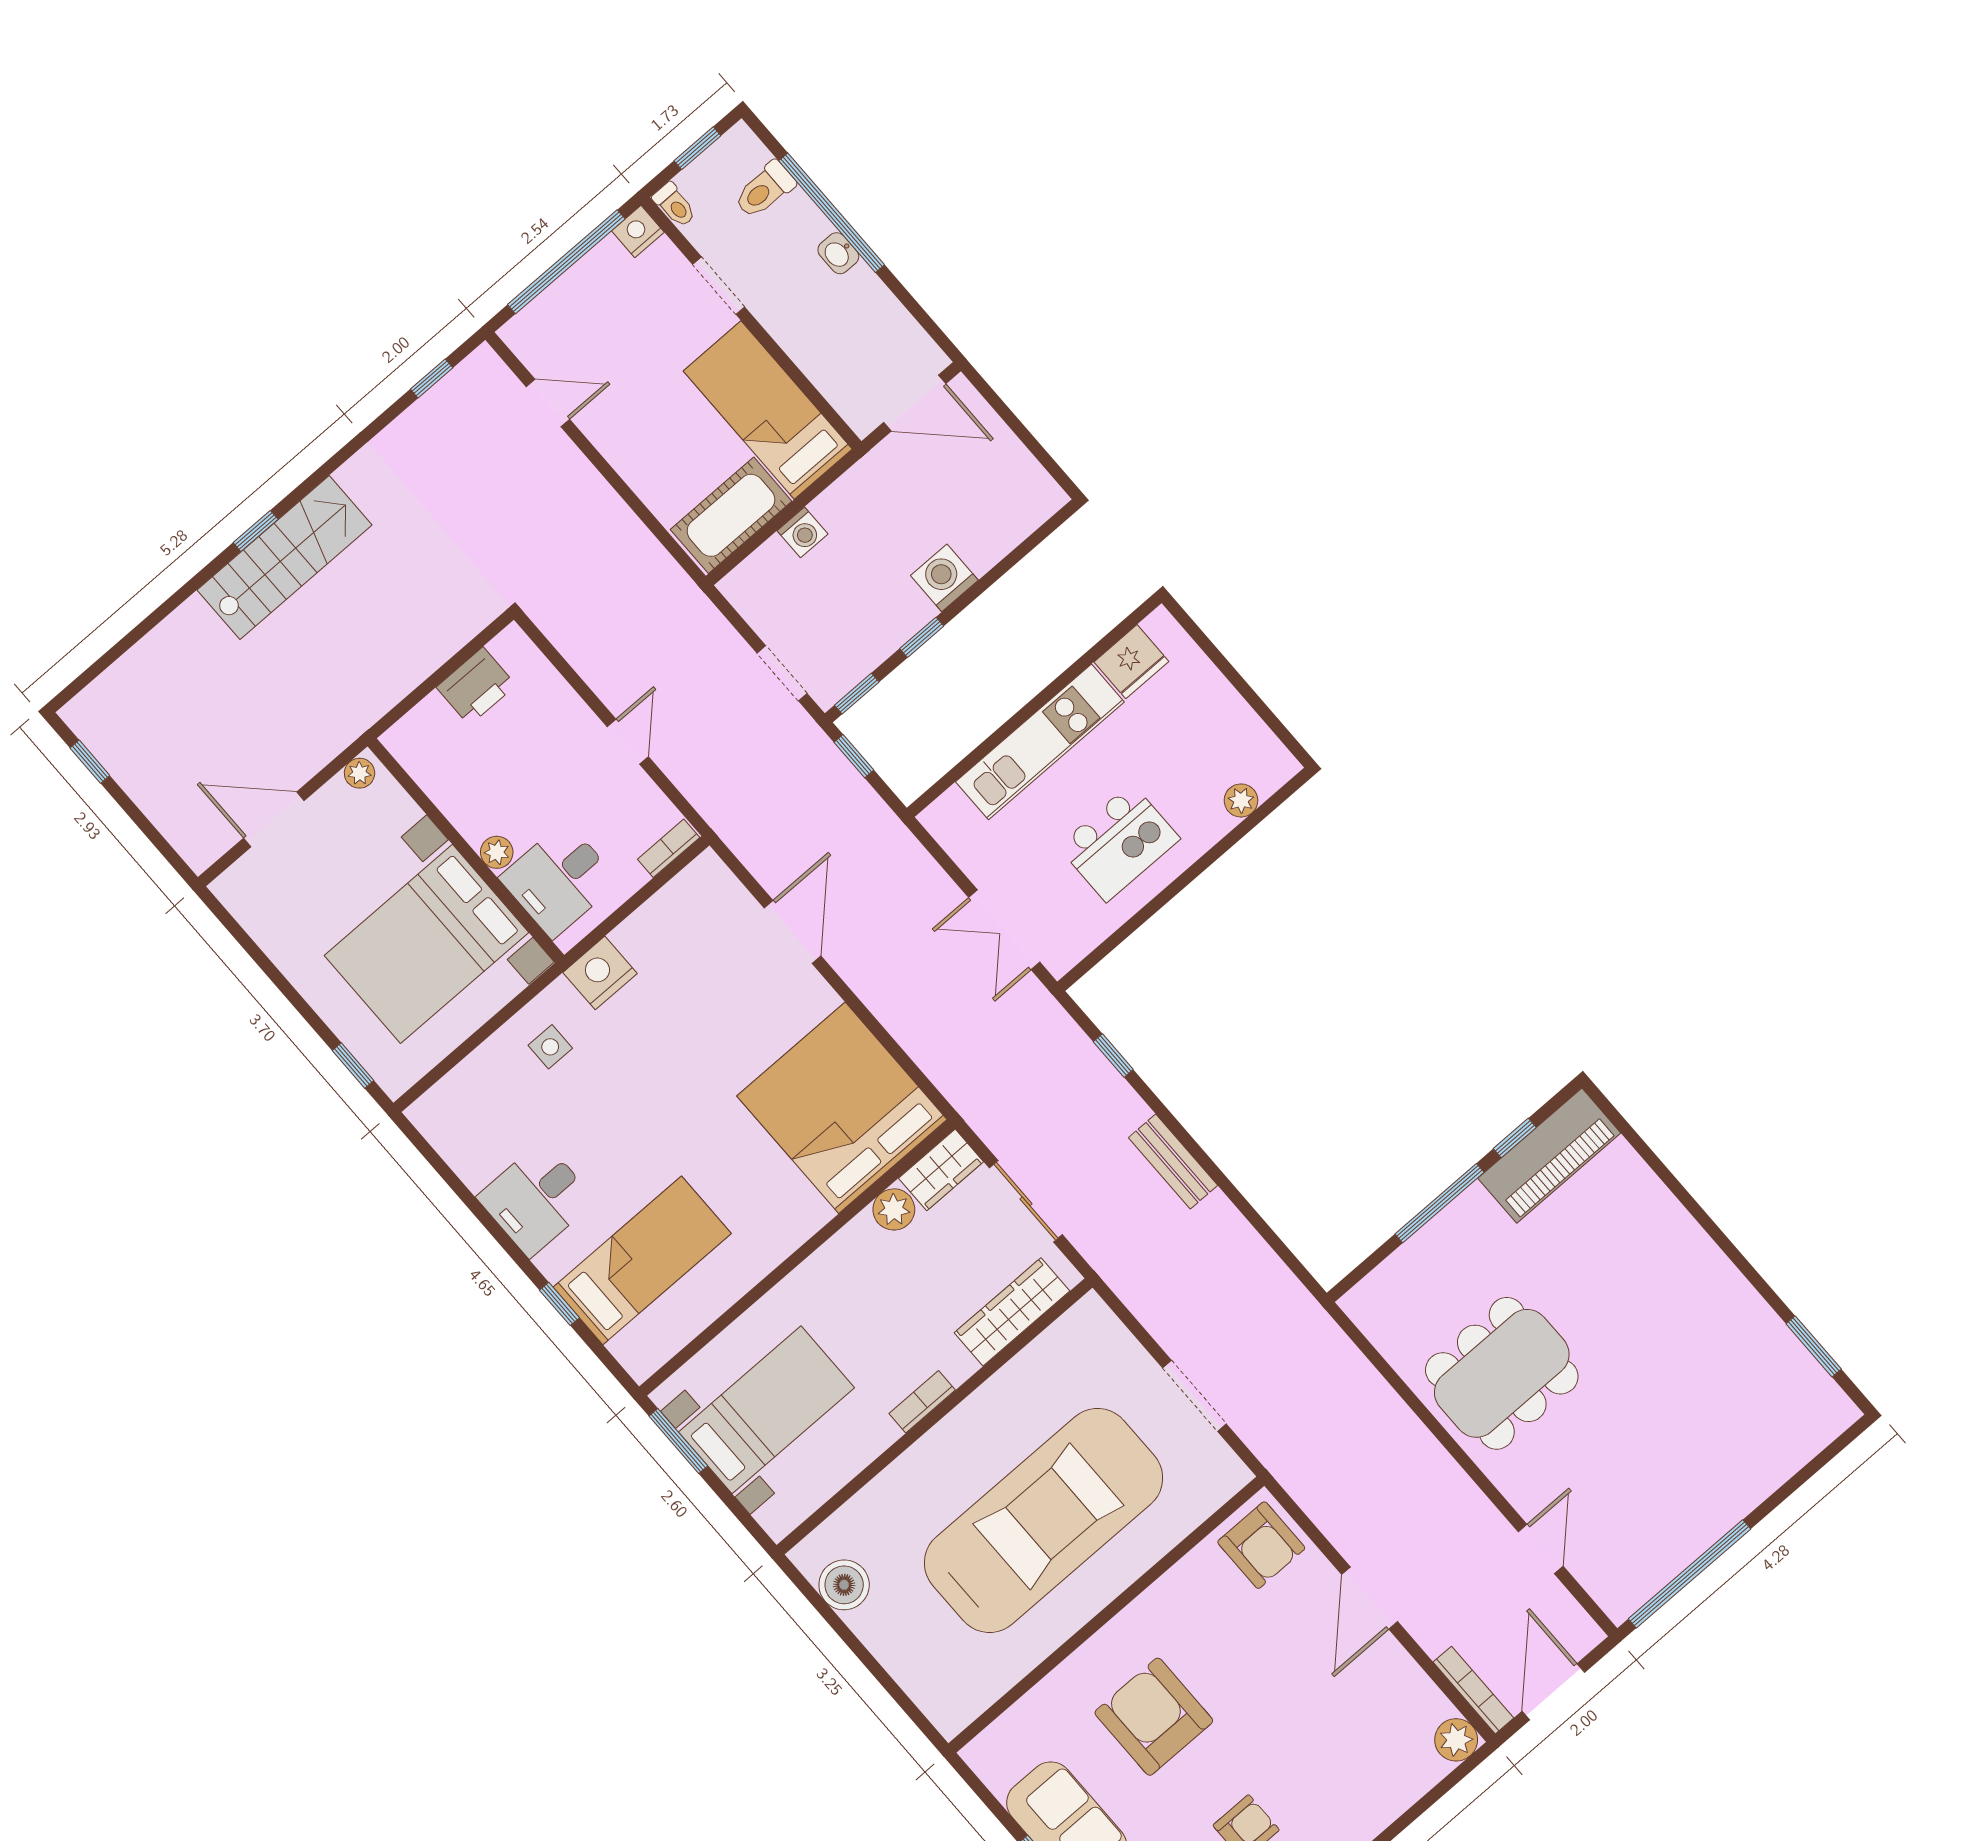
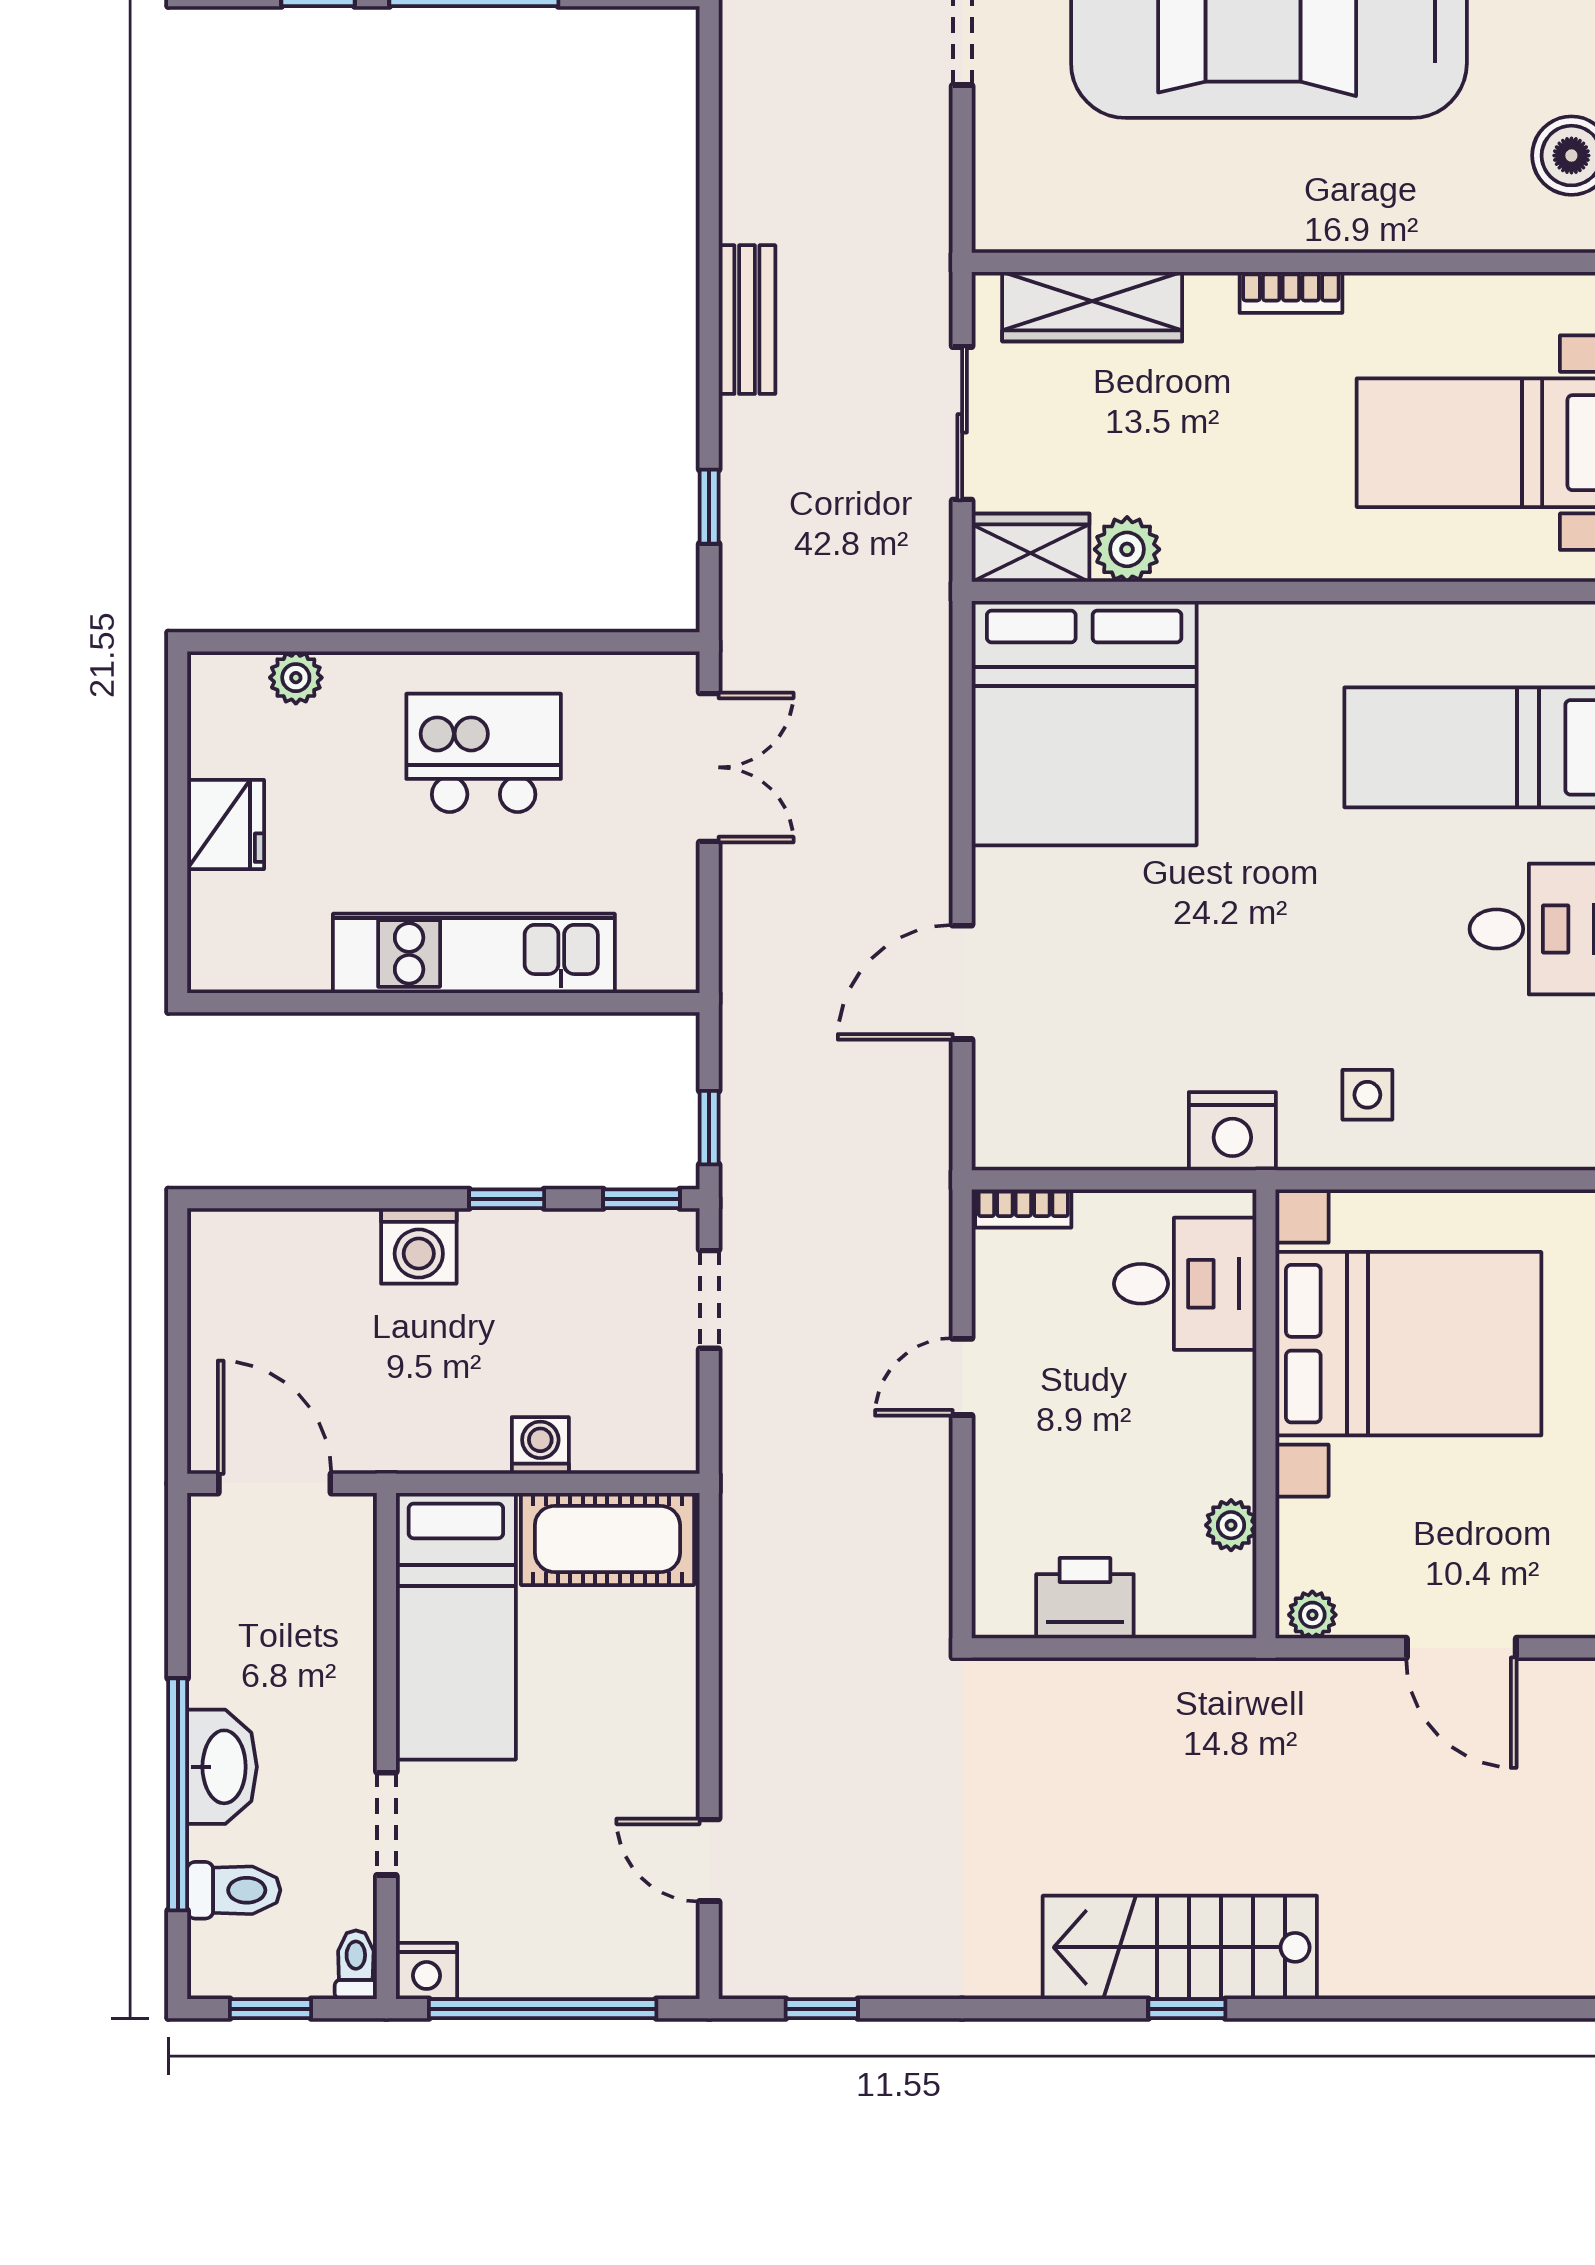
washbasin: (838, 253) -> (222, 1767), width x1.91, depth x1.45
fridge: (1131, 662) -> (226, 824), moved, turned 90
plant: (497, 852) -> (1231, 1525), moved

